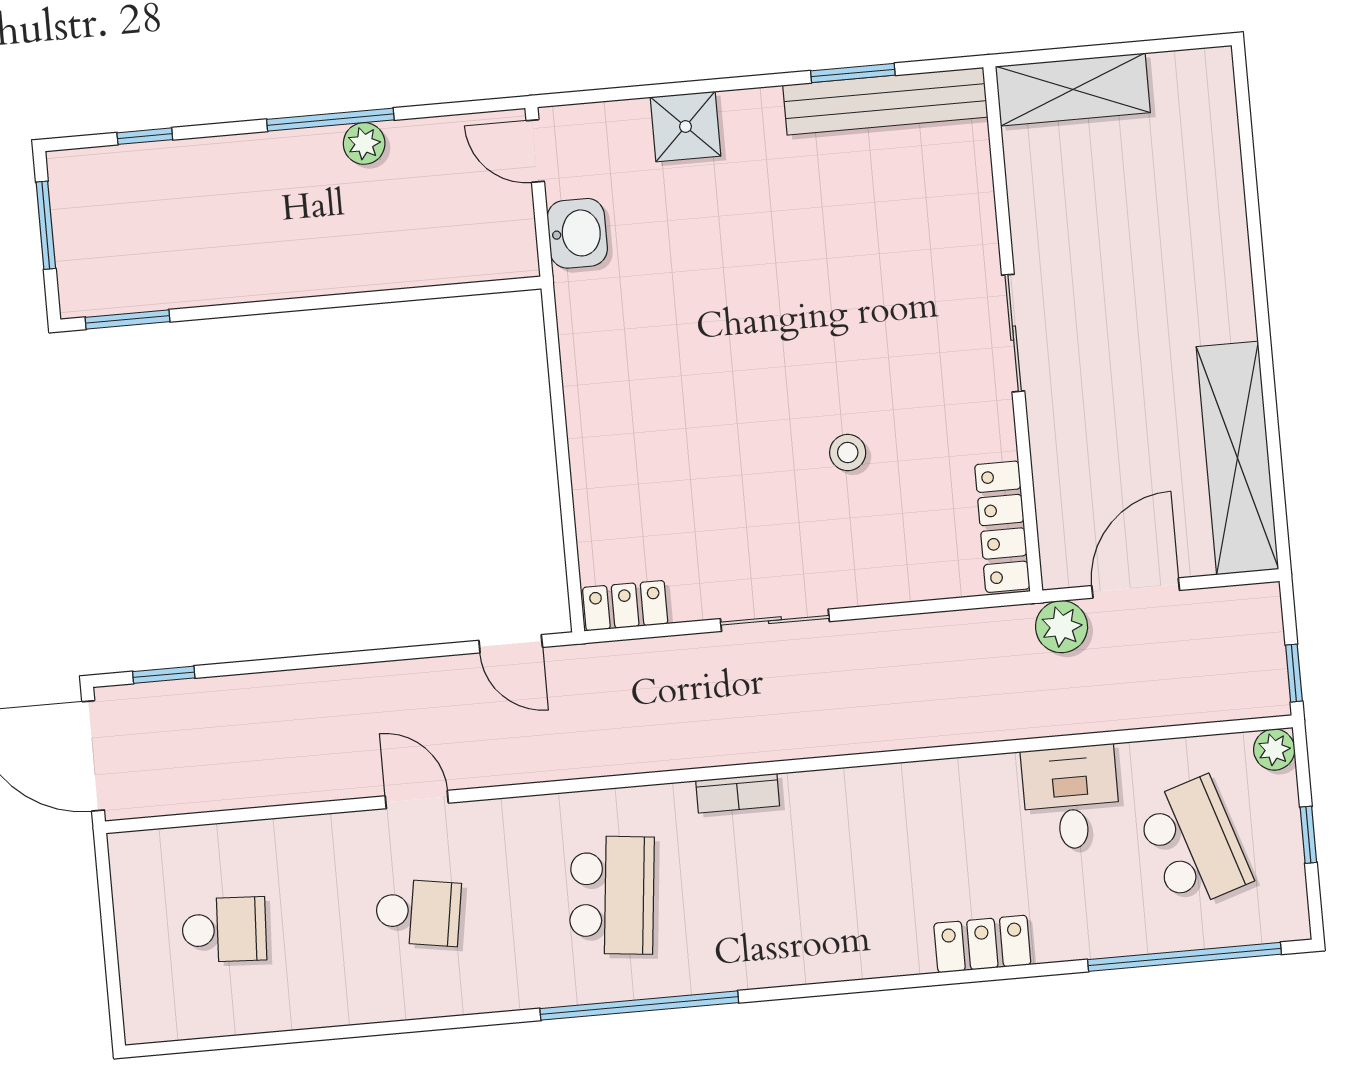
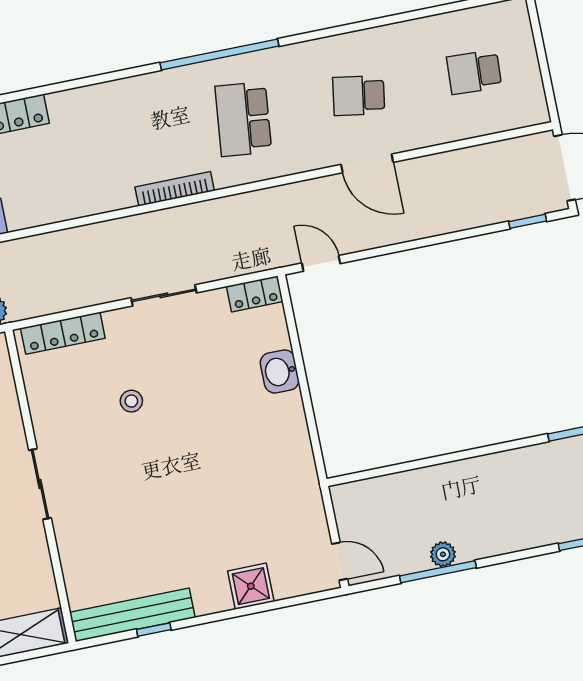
window: (853, 73) -> (154, 630), width x0.67
window: (330, 120) -> (438, 572), moved
washbasin: (577, 233) -> (280, 371), moved
locker: (1002, 527) -> (63, 333), moved, turned 90
bookcase: (738, 793) -> (175, 189), width x1.56
door: (417, 799) -> (367, 163), width x1.38

